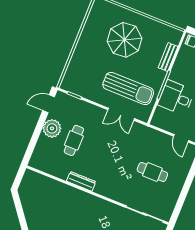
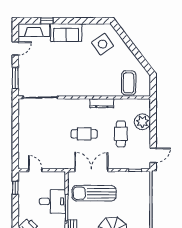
double door: (121, 114) -> (91, 170), width x1.37
plant: (52, 128) -> (142, 122), moved
cafe table: (152, 172) -> (84, 134), moved
coffee table: (44, 192) -> (129, 83), added

